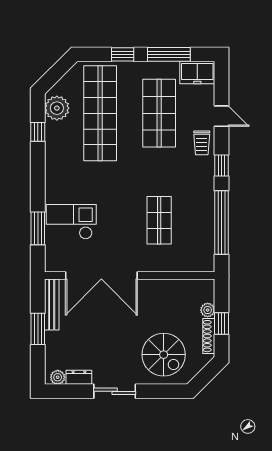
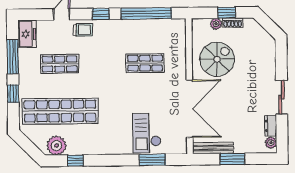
shop shelf: (159, 113) -> (60, 64), width x0.70, depth x0.74
shoe rack: (209, 336) -> (233, 23), width x0.70
spiral stairs: (164, 355) -> (217, 59), moved

